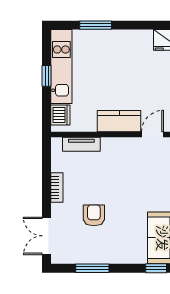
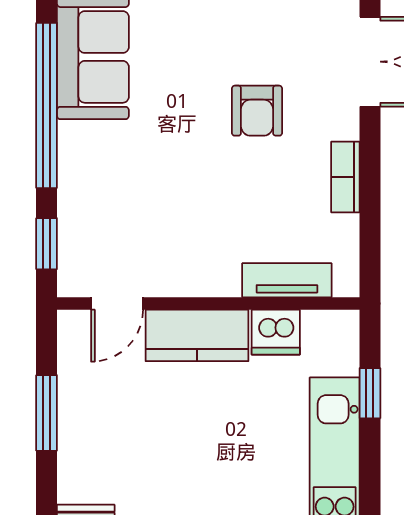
window: (47, 76) -> (370, 393), moved
dishwasher: (60, 115) -> (276, 332), moved, turned -90

